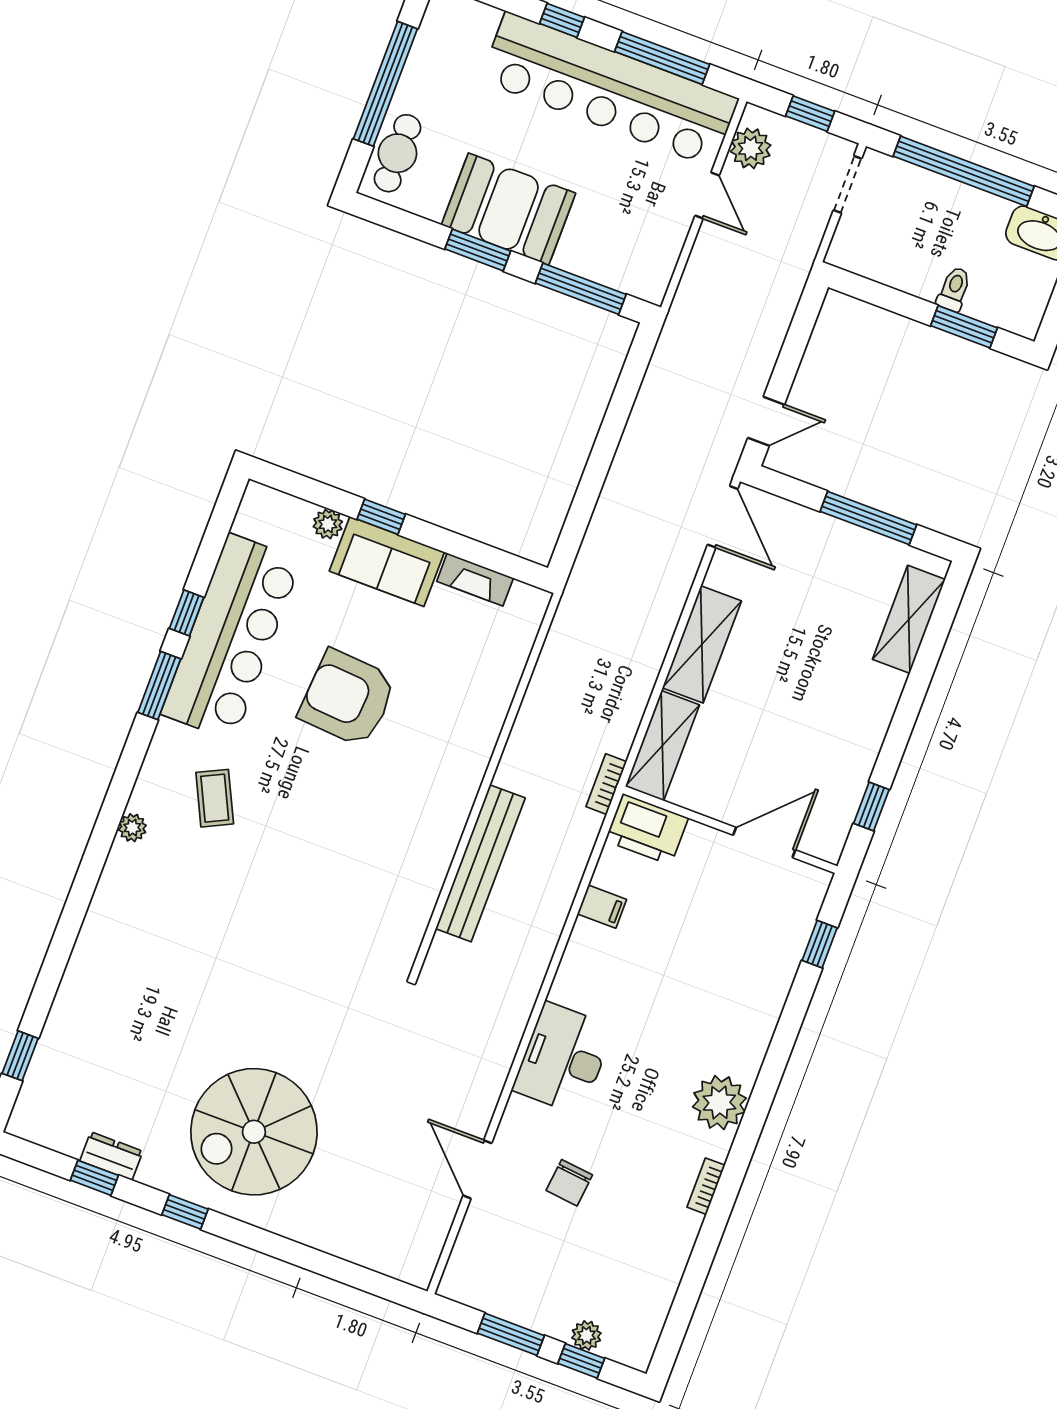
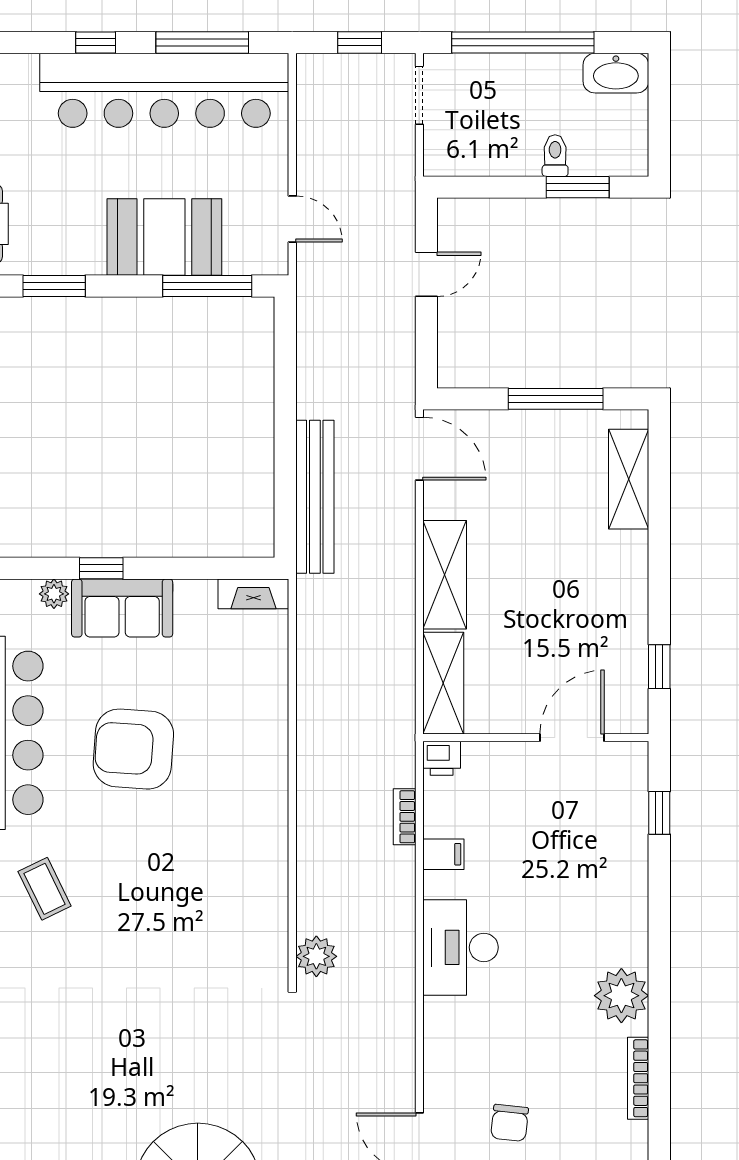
plant: (751, 148) -> (316, 956), moved
door: (707, 195) -> (292, 219), moved
booth: (509, 209) -> (164, 237), moved
window: (478, 250) -> (54, 286), moved
door: (766, 421) -> (426, 274), moved
fireplace: (475, 580) -> (253, 594), moved
bookcase: (606, 784) -> (405, 817), moved
printer: (647, 829) -> (442, 758), width x0.53, depth x0.68
bench: (480, 863) -> (315, 497), moved
desk: (563, 1058) -> (460, 947), moved
bookcase: (706, 1186) -> (638, 1078), width x1.56

